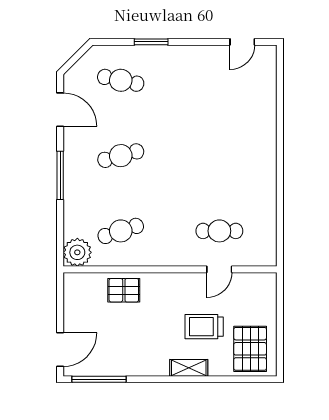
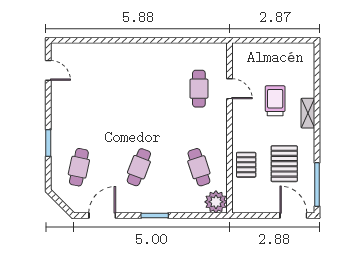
cafe table: (121, 156) -> (139, 167), turned 36
window: (60, 175) -> (155, 215), width x0.69
trolley: (204, 327) -> (275, 101), turned 180
pallet: (250, 349) -> (284, 164), moved, turned 90

